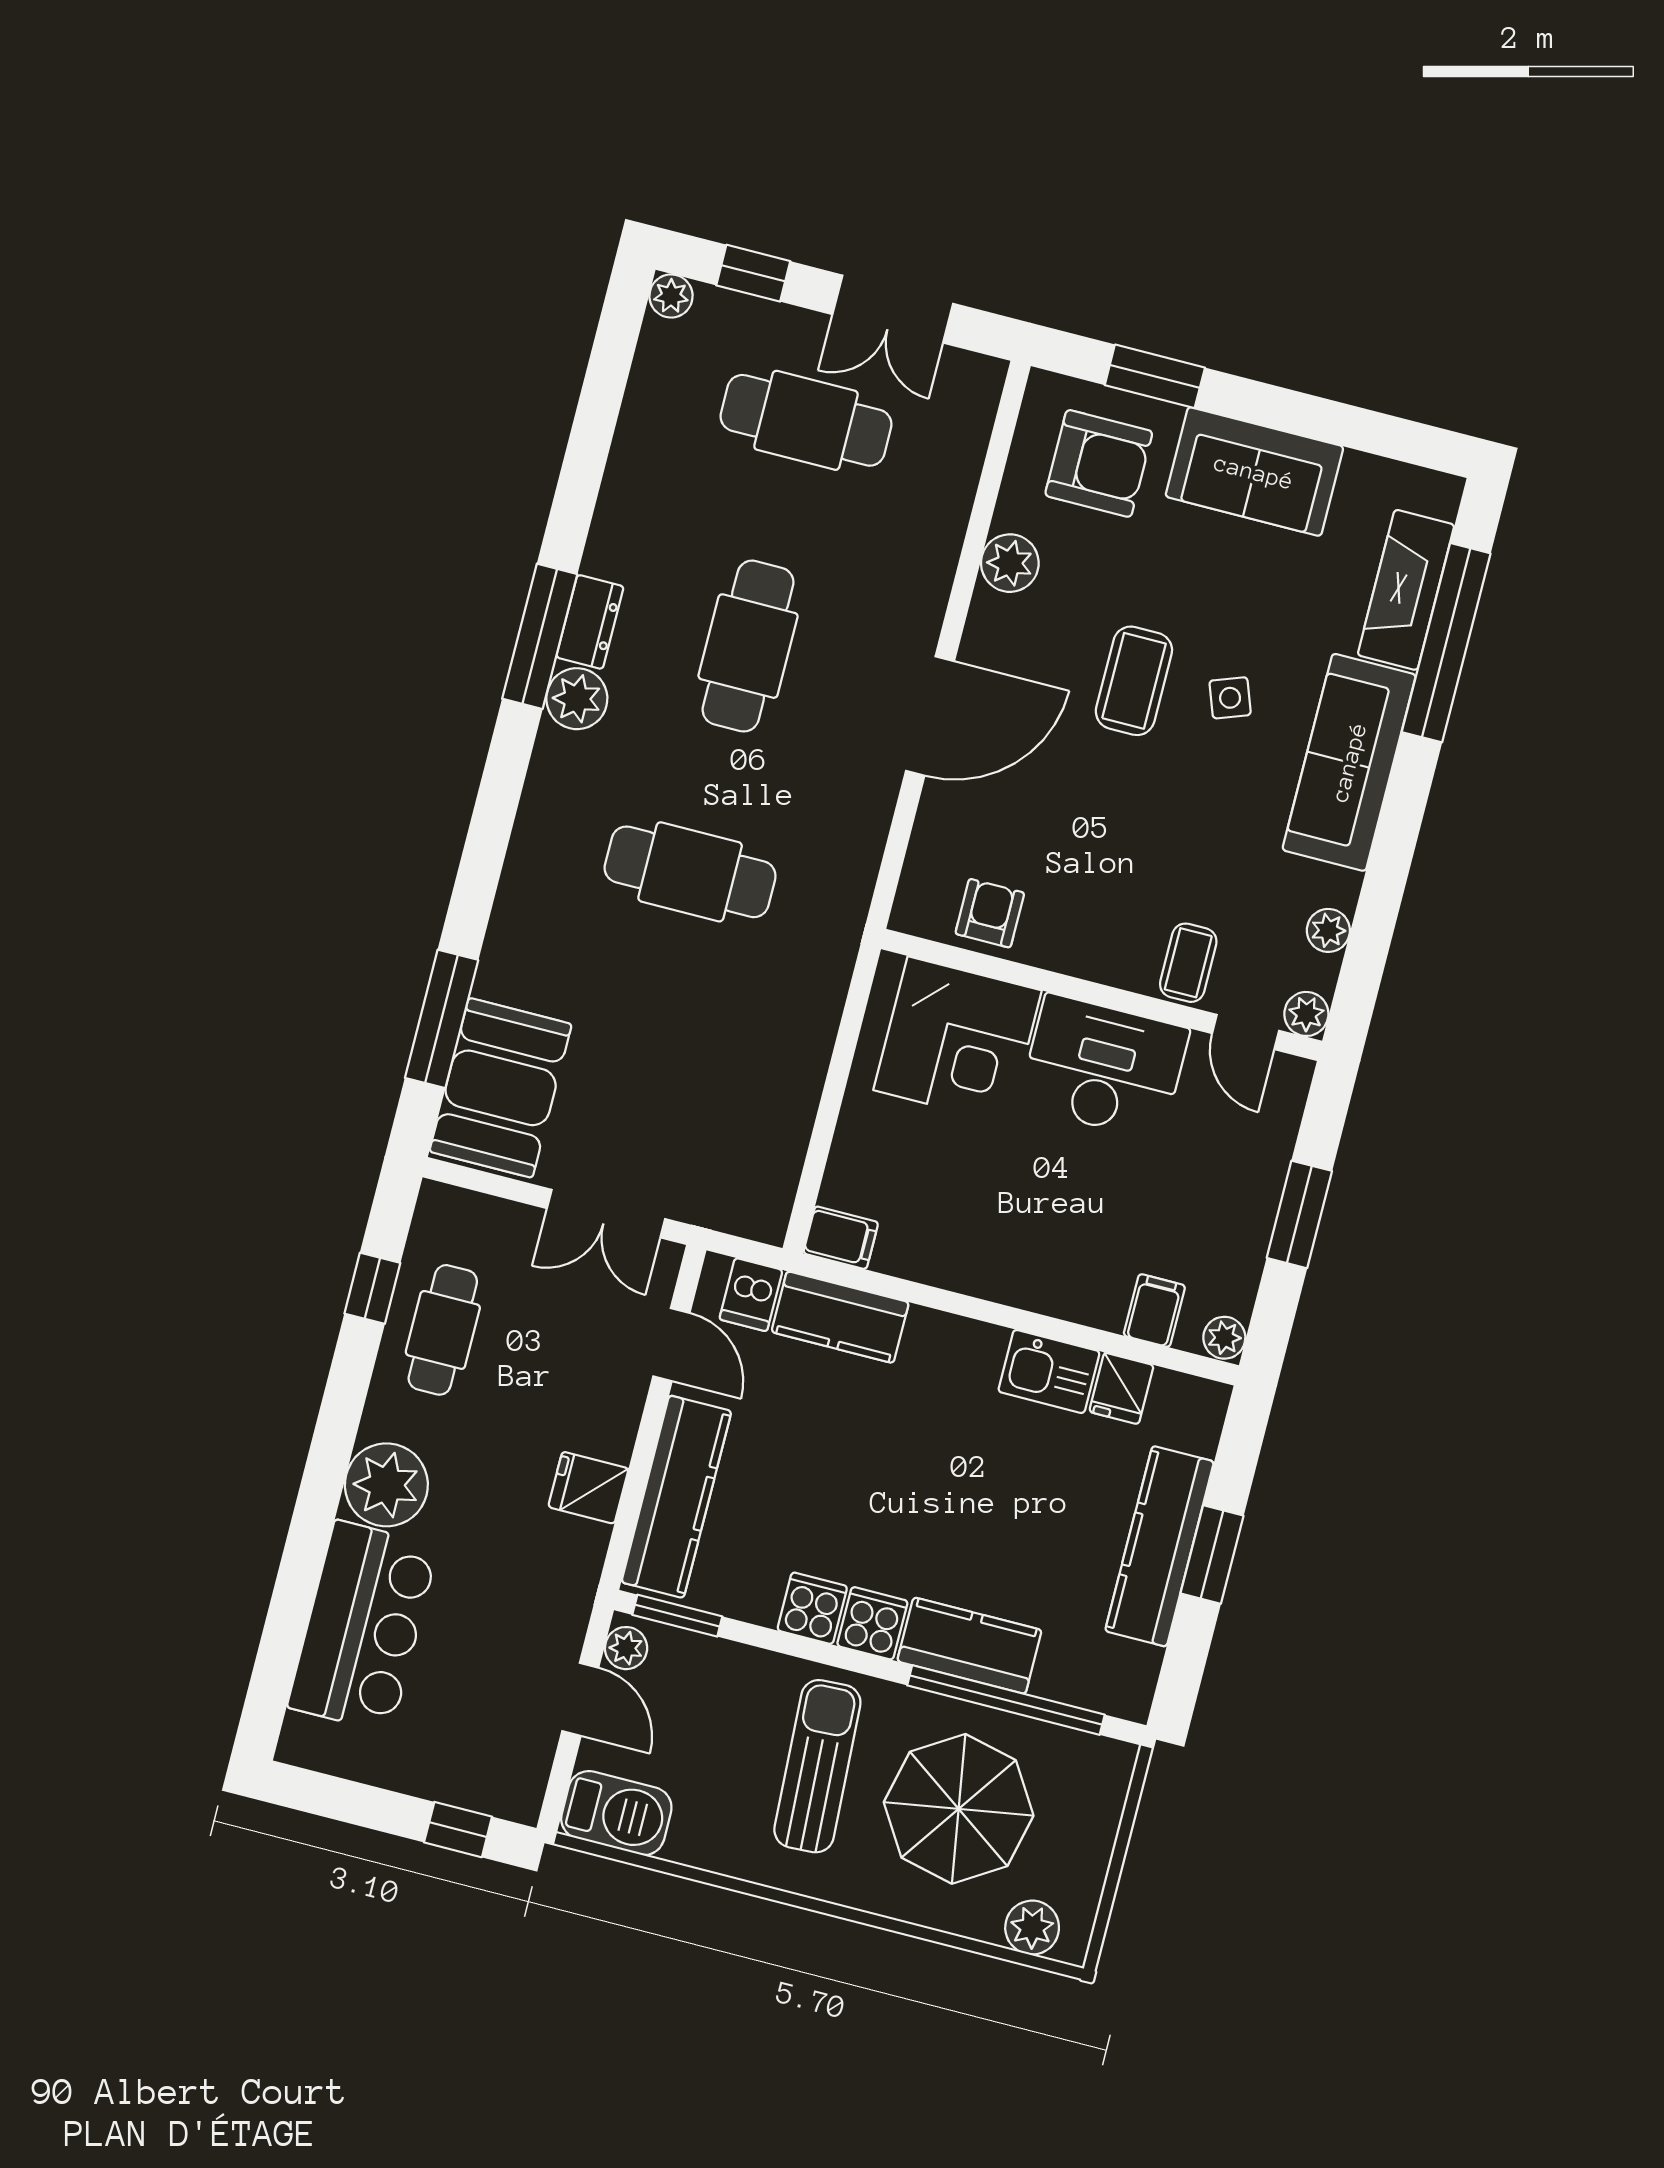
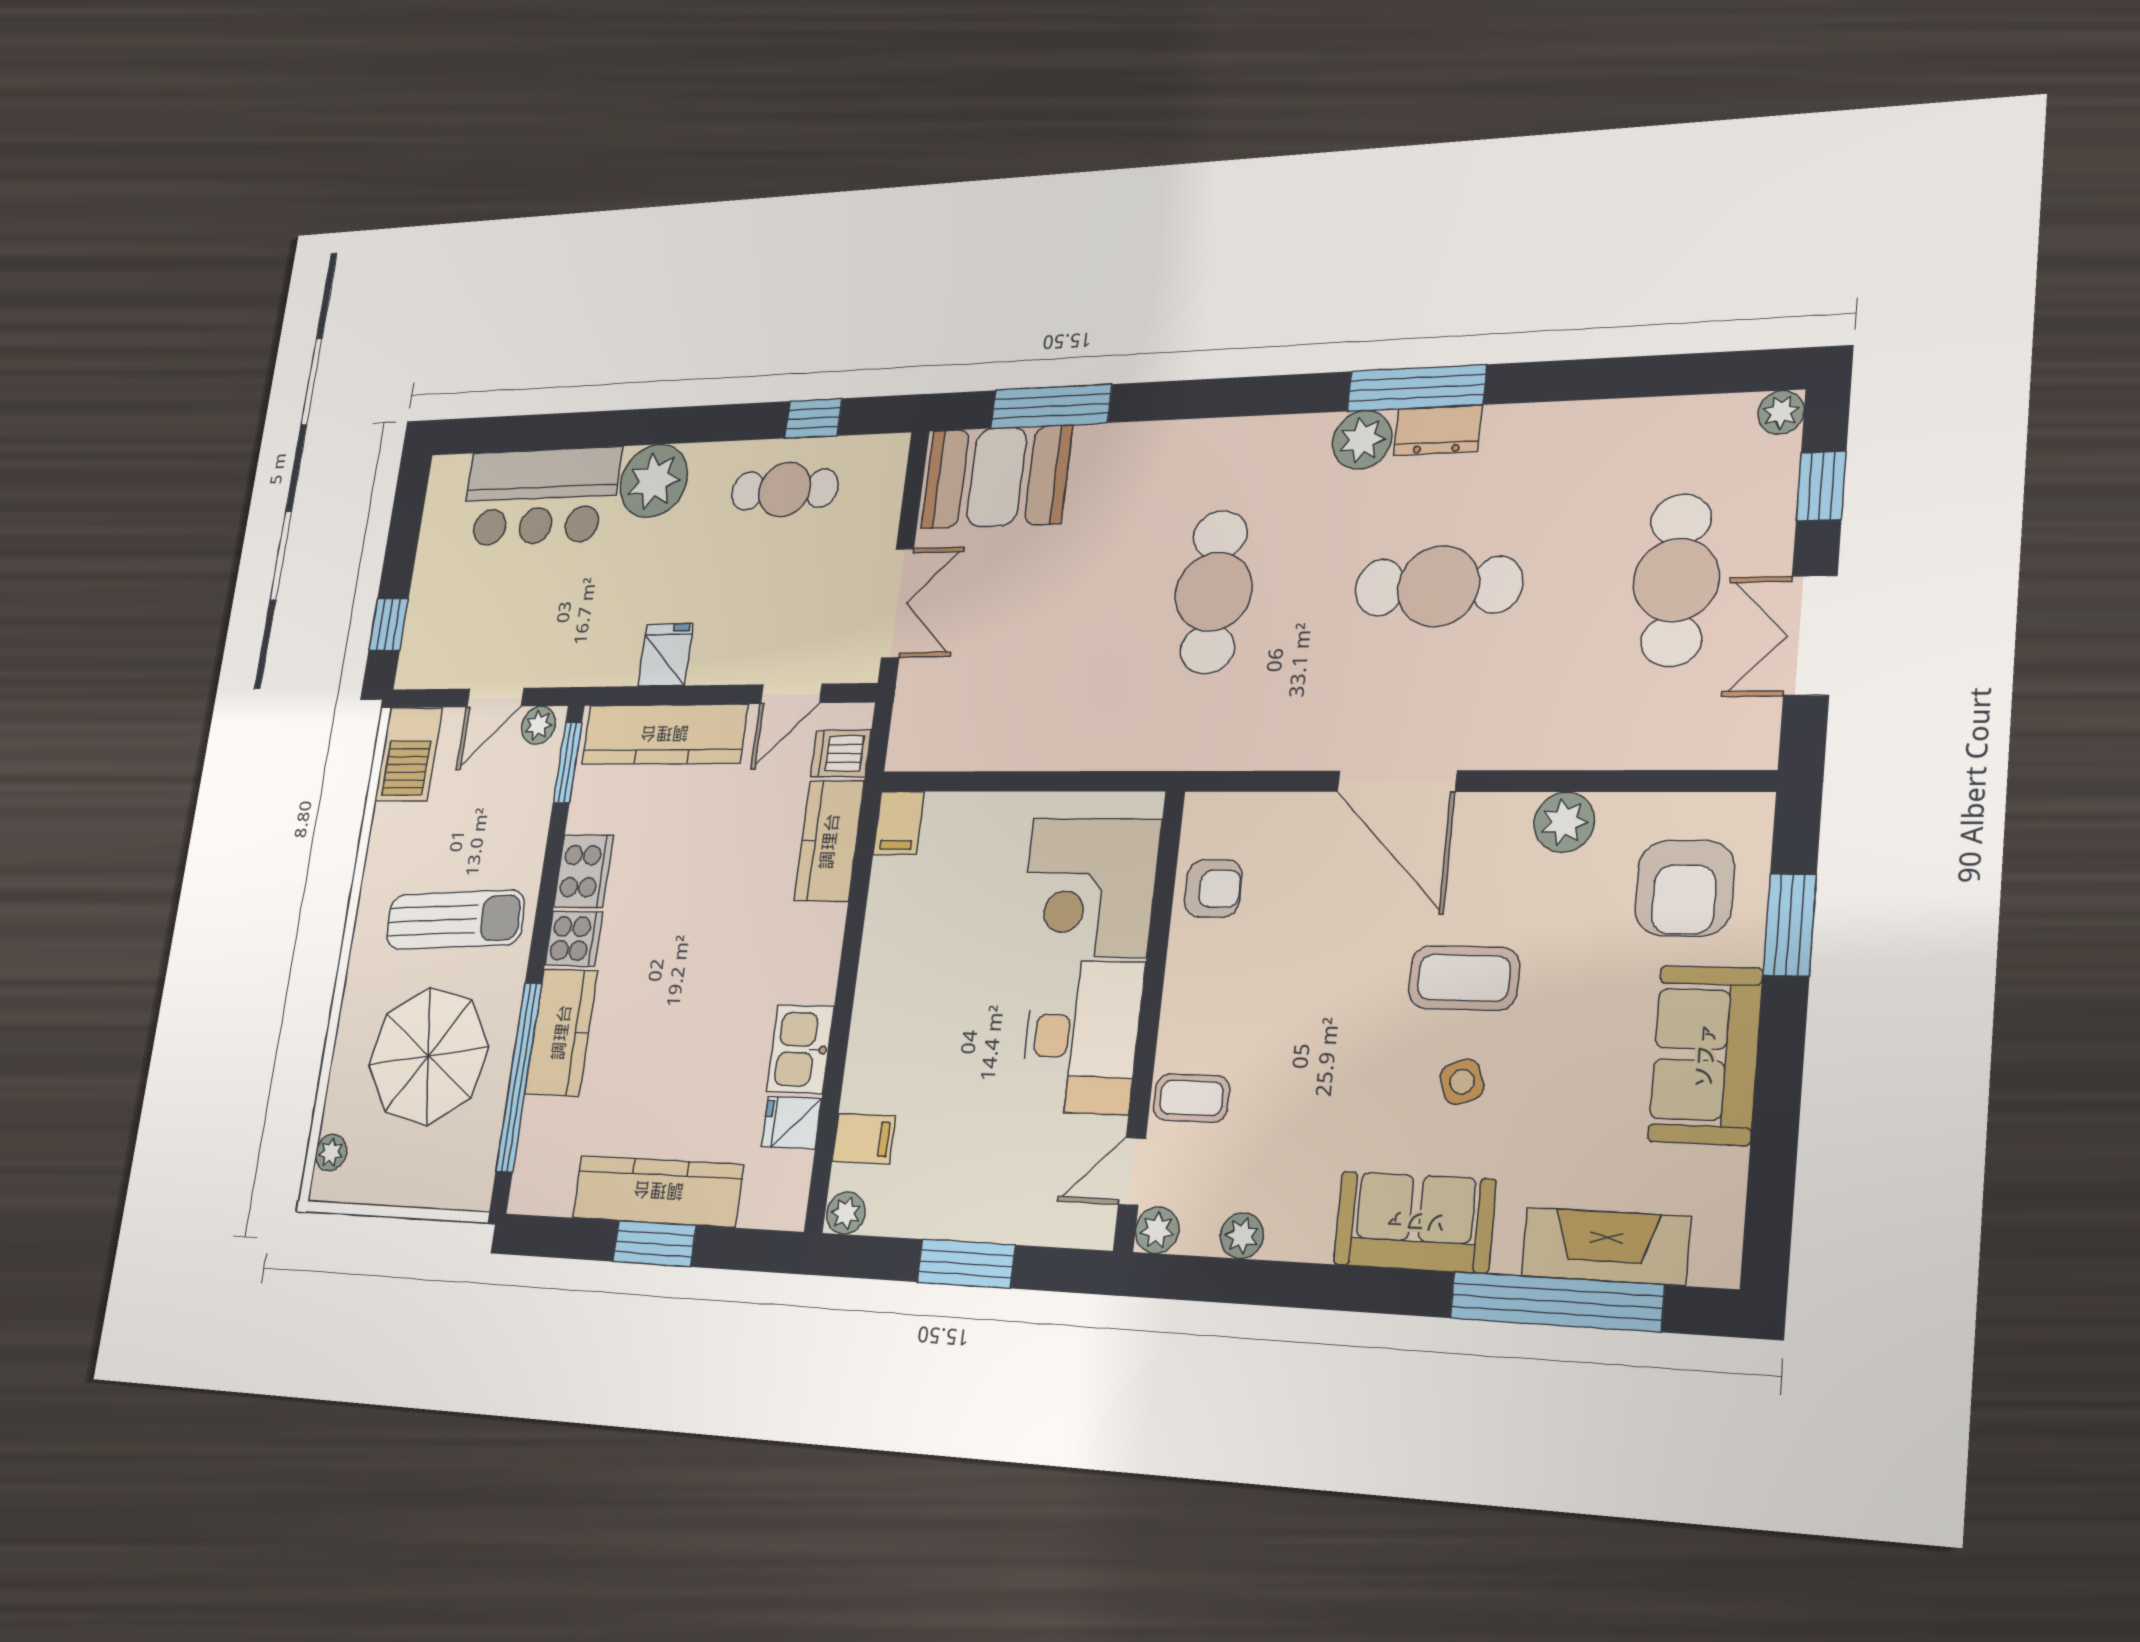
sofa: (1349, 762) -> (1415, 1222), width x0.73
double door: (606, 1214) -> (898, 603), swing flipped
cooker: (812, 1608) -> (583, 871), width x1.36
plant: (1032, 1928) -> (331, 1153), width x0.73, depth x0.73

